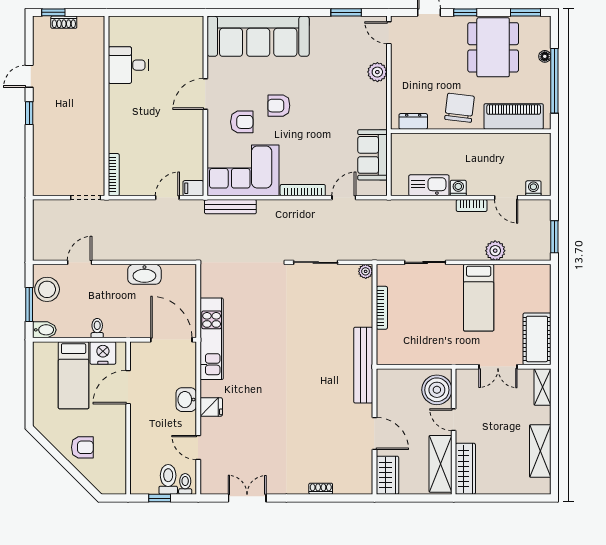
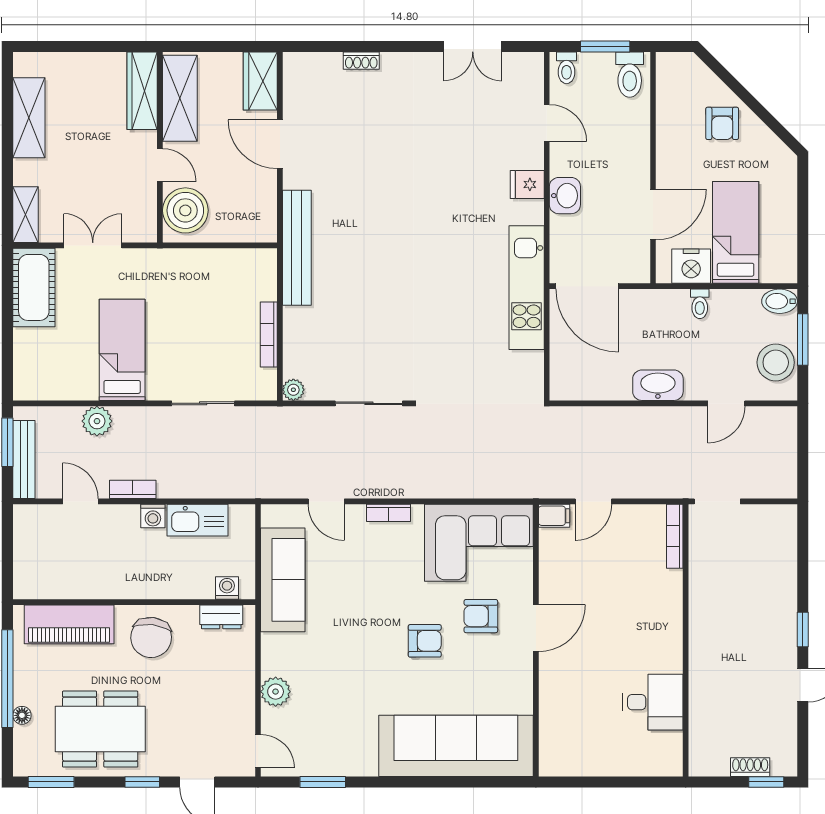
dining table: (493, 47) -> (100, 729), turned 90
door: (205, 94) -> (536, 628), moved
sofa: (372, 155) -> (283, 580), width x1.36
washing machine: (533, 188) -> (227, 588), moved, turned 180
bookcase: (303, 190) -> (388, 513), width x0.64
door: (344, 198) -> (326, 501), hinge flipped
bench: (230, 207) -> (24, 460), moved, turned 90
washbasin: (144, 274) -> (658, 385), moved
armchair: (82, 447) -> (722, 123), turned -90
toilet: (168, 479) -> (630, 75), moved
window: (160, 498) -> (605, 46), width x1.50

